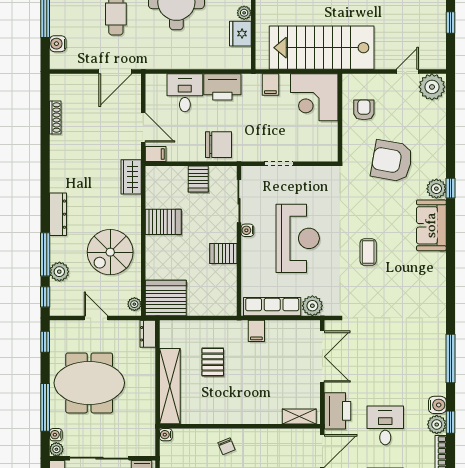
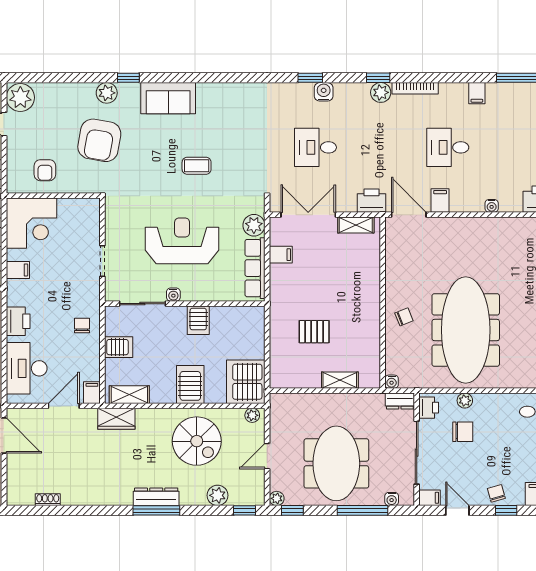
printer: (222, 87) -> (18, 321), width x0.73, depth x0.84
desk: (185, 93) -> (27, 368), width x1.37
armchair: (364, 110) -> (45, 170), turned -90
shoe rack: (55, 117) -> (48, 500), width x0.70
chair: (219, 145) -> (82, 325), width x0.54, depth x0.54
shelving: (154, 189) -> (129, 395), added
plant: (436, 189) -> (107, 93), moved
server rack: (163, 222) -> (190, 384), moved
window: (45, 254) -> (156, 510), moved
filing cabinet: (256, 331) -> (281, 255), moved
dresser: (148, 334) -> (400, 401), moved
window: (451, 358) -> (310, 78), width x0.46
shelving: (170, 386) -> (340, 380), width x0.45, depth x0.75
water cooler: (437, 405) -> (324, 92), moved
printer: (338, 411) -> (372, 201), width x0.73, depth x0.84
shelving: (299, 417) -> (356, 225), moved, turned 90
desk: (385, 425) -> (316, 147), moved
plant: (56, 449) -> (277, 498), moved

